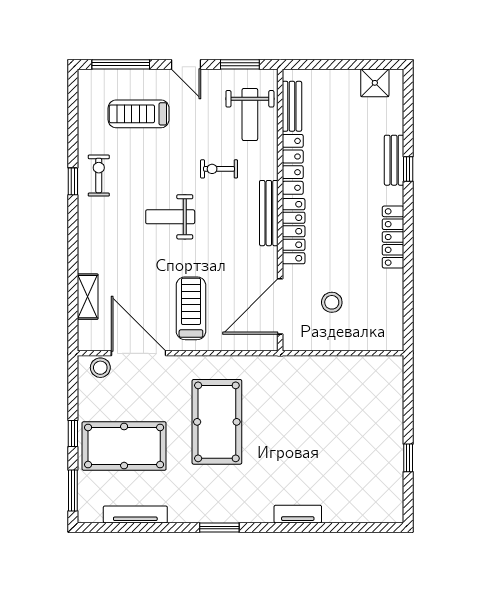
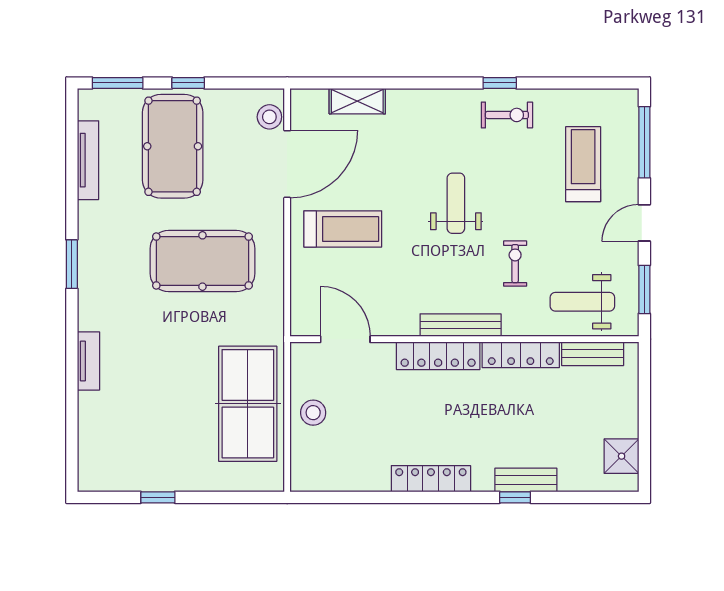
stool: (332, 302) -> (313, 413), moved
door: (280, 306) -> (345, 339), width x0.73
table tennis table: (332, 385) -> (248, 404), added

